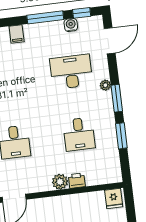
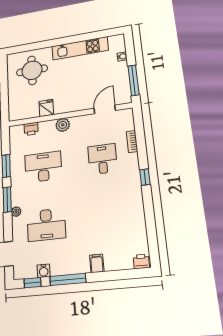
desk: (79, 134) -> (43, 167), width x1.37
printer: (77, 181) -> (31, 129), moved
fridge: (114, 198) -> (46, 108), moved

